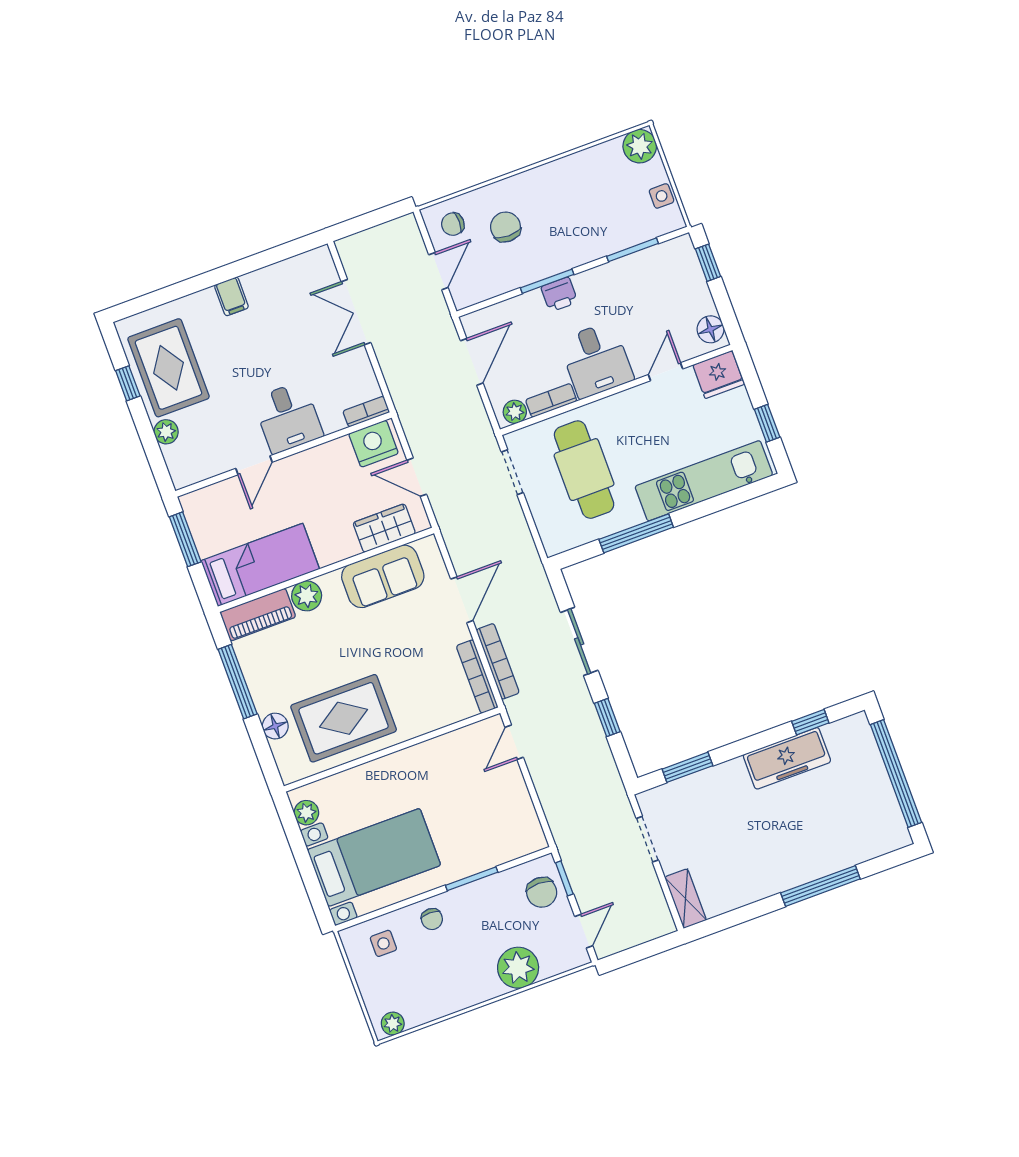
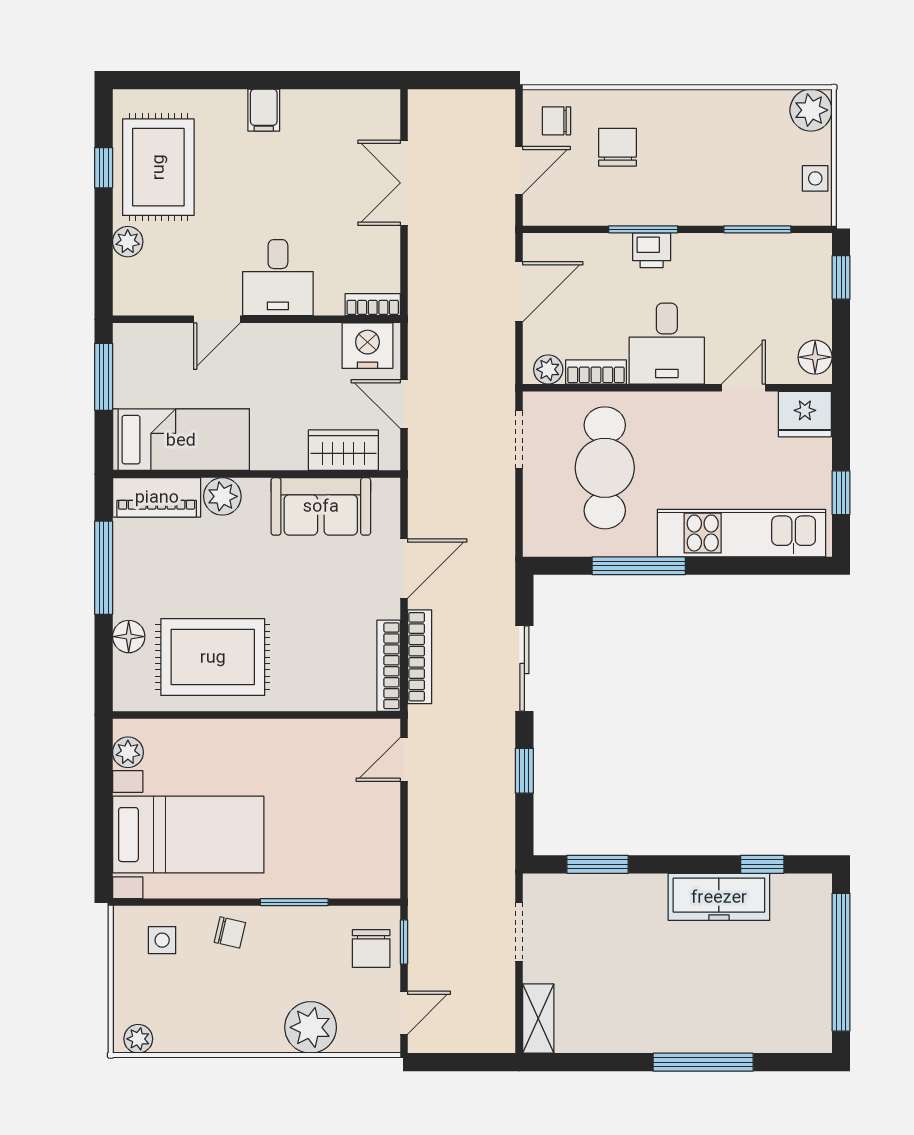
chair: (432, 919) -> (230, 932), turned -77

